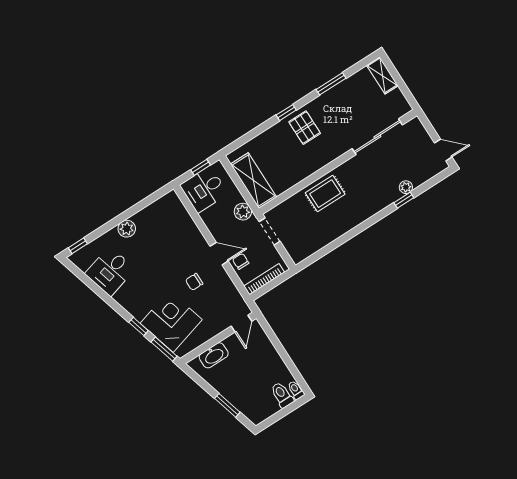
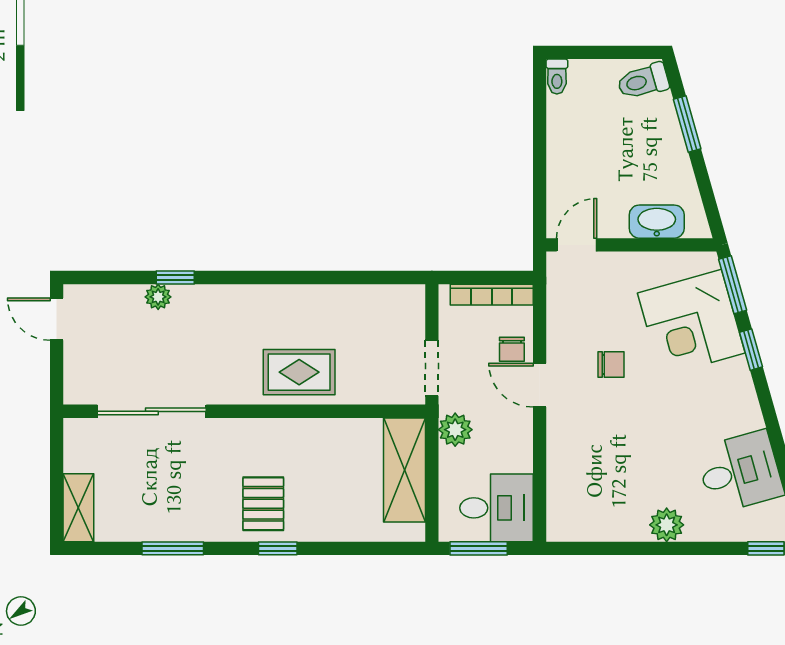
window: (201, 167) -> (479, 548), width x1.50
toilet: (282, 395) -> (643, 81), moved, turned 74

